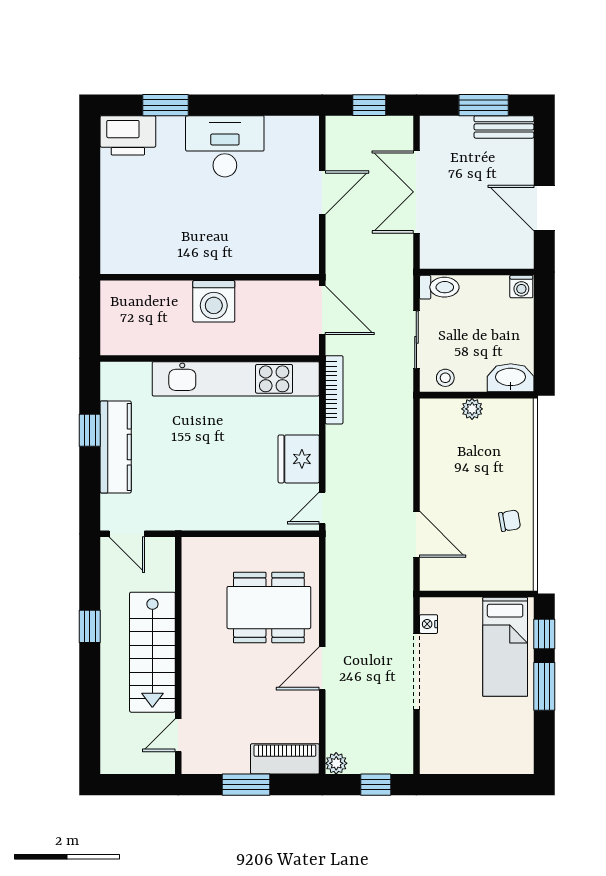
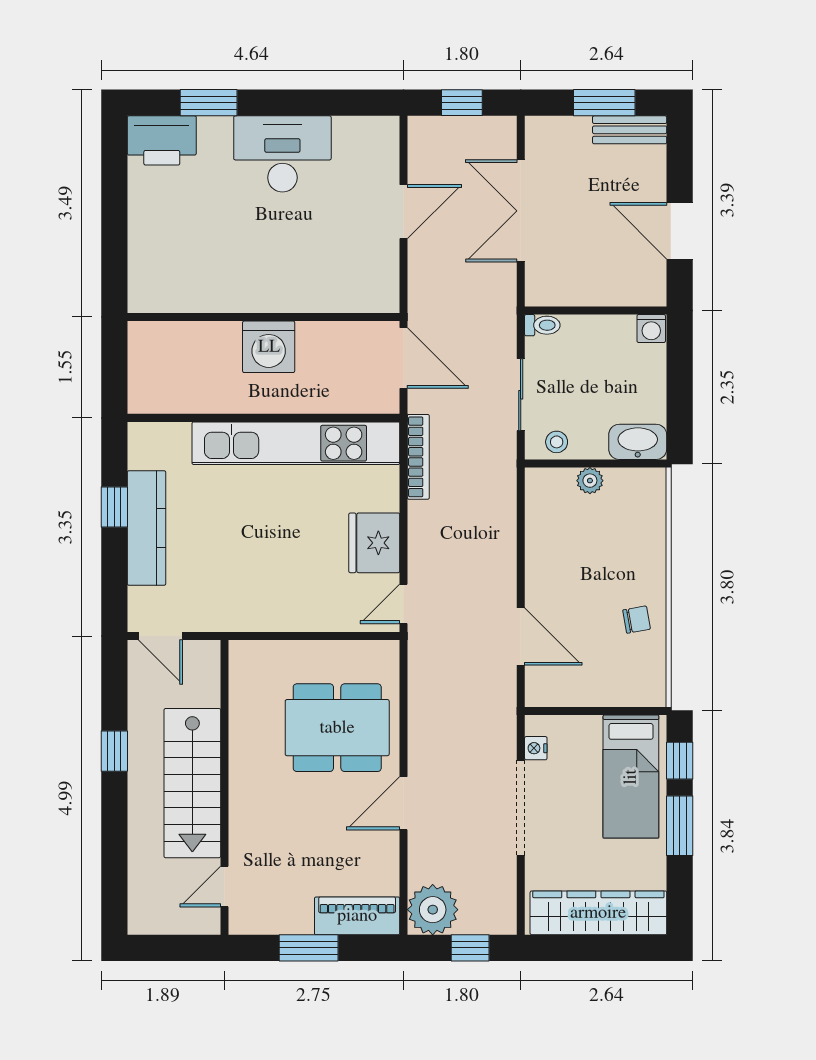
toilet: (439, 287) -> (542, 325), width x0.73, depth x0.72
wardrobe: (479, 756) -> (598, 913), added
plant: (336, 763) -> (433, 910), width x1.87, depth x1.87

